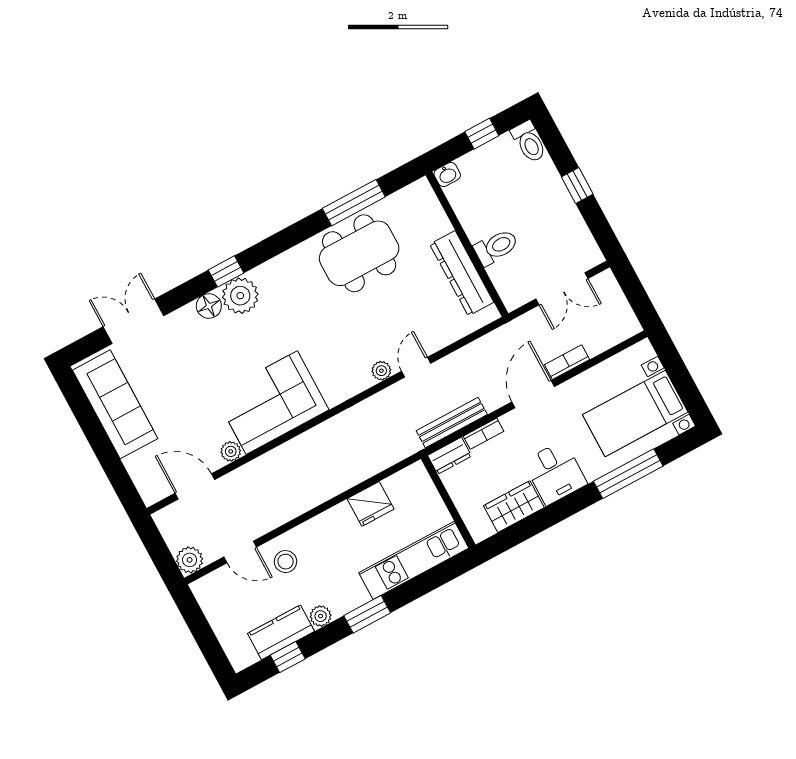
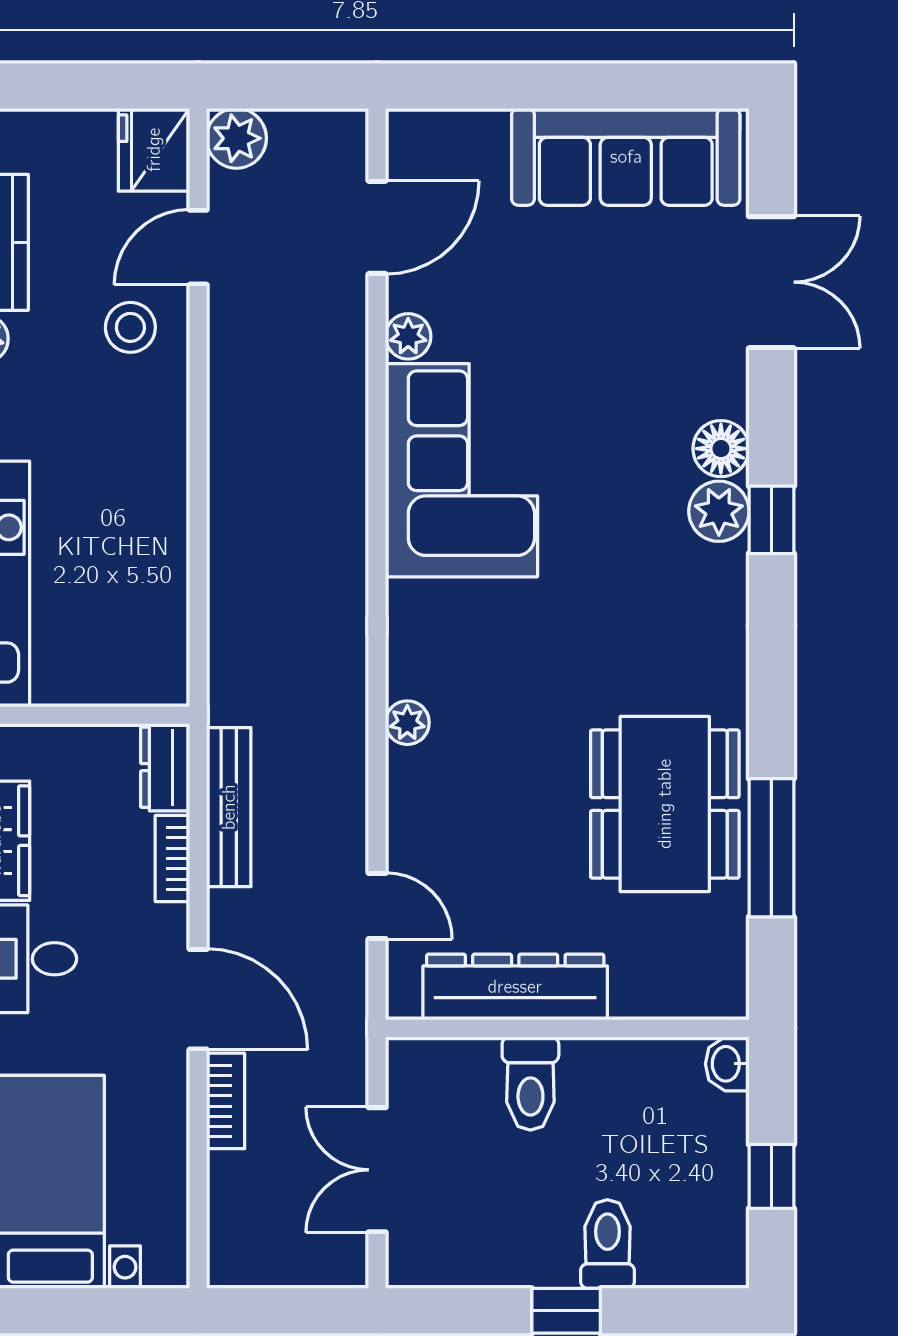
toilet: (529, 142) -> (607, 1244), moved, turned 90
plant: (240, 296) -> (719, 511), width x0.73, depth x0.73
door: (416, 367) -> (377, 906), moved
fridge: (371, 504) -> (154, 150), moved

